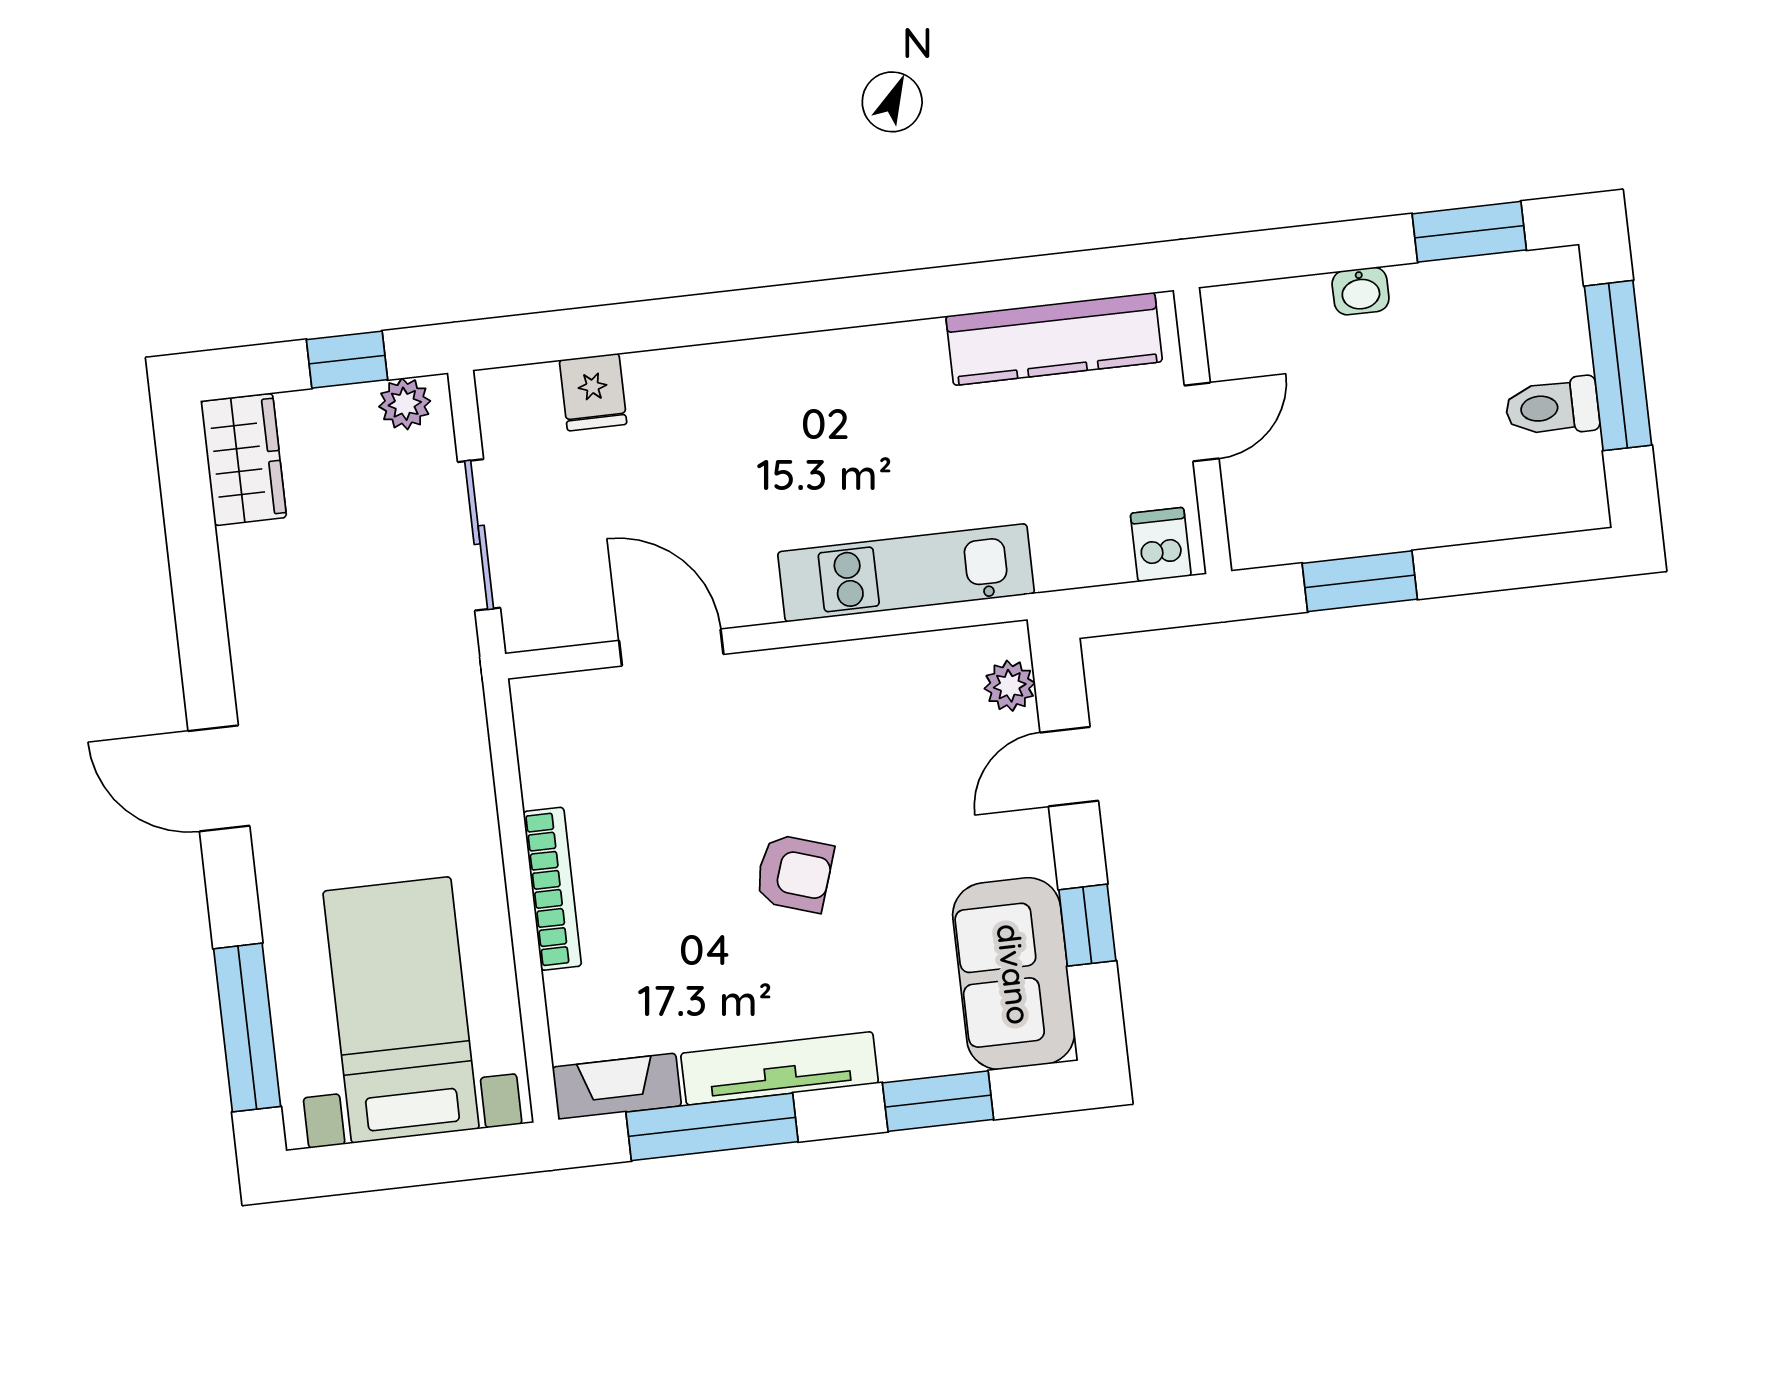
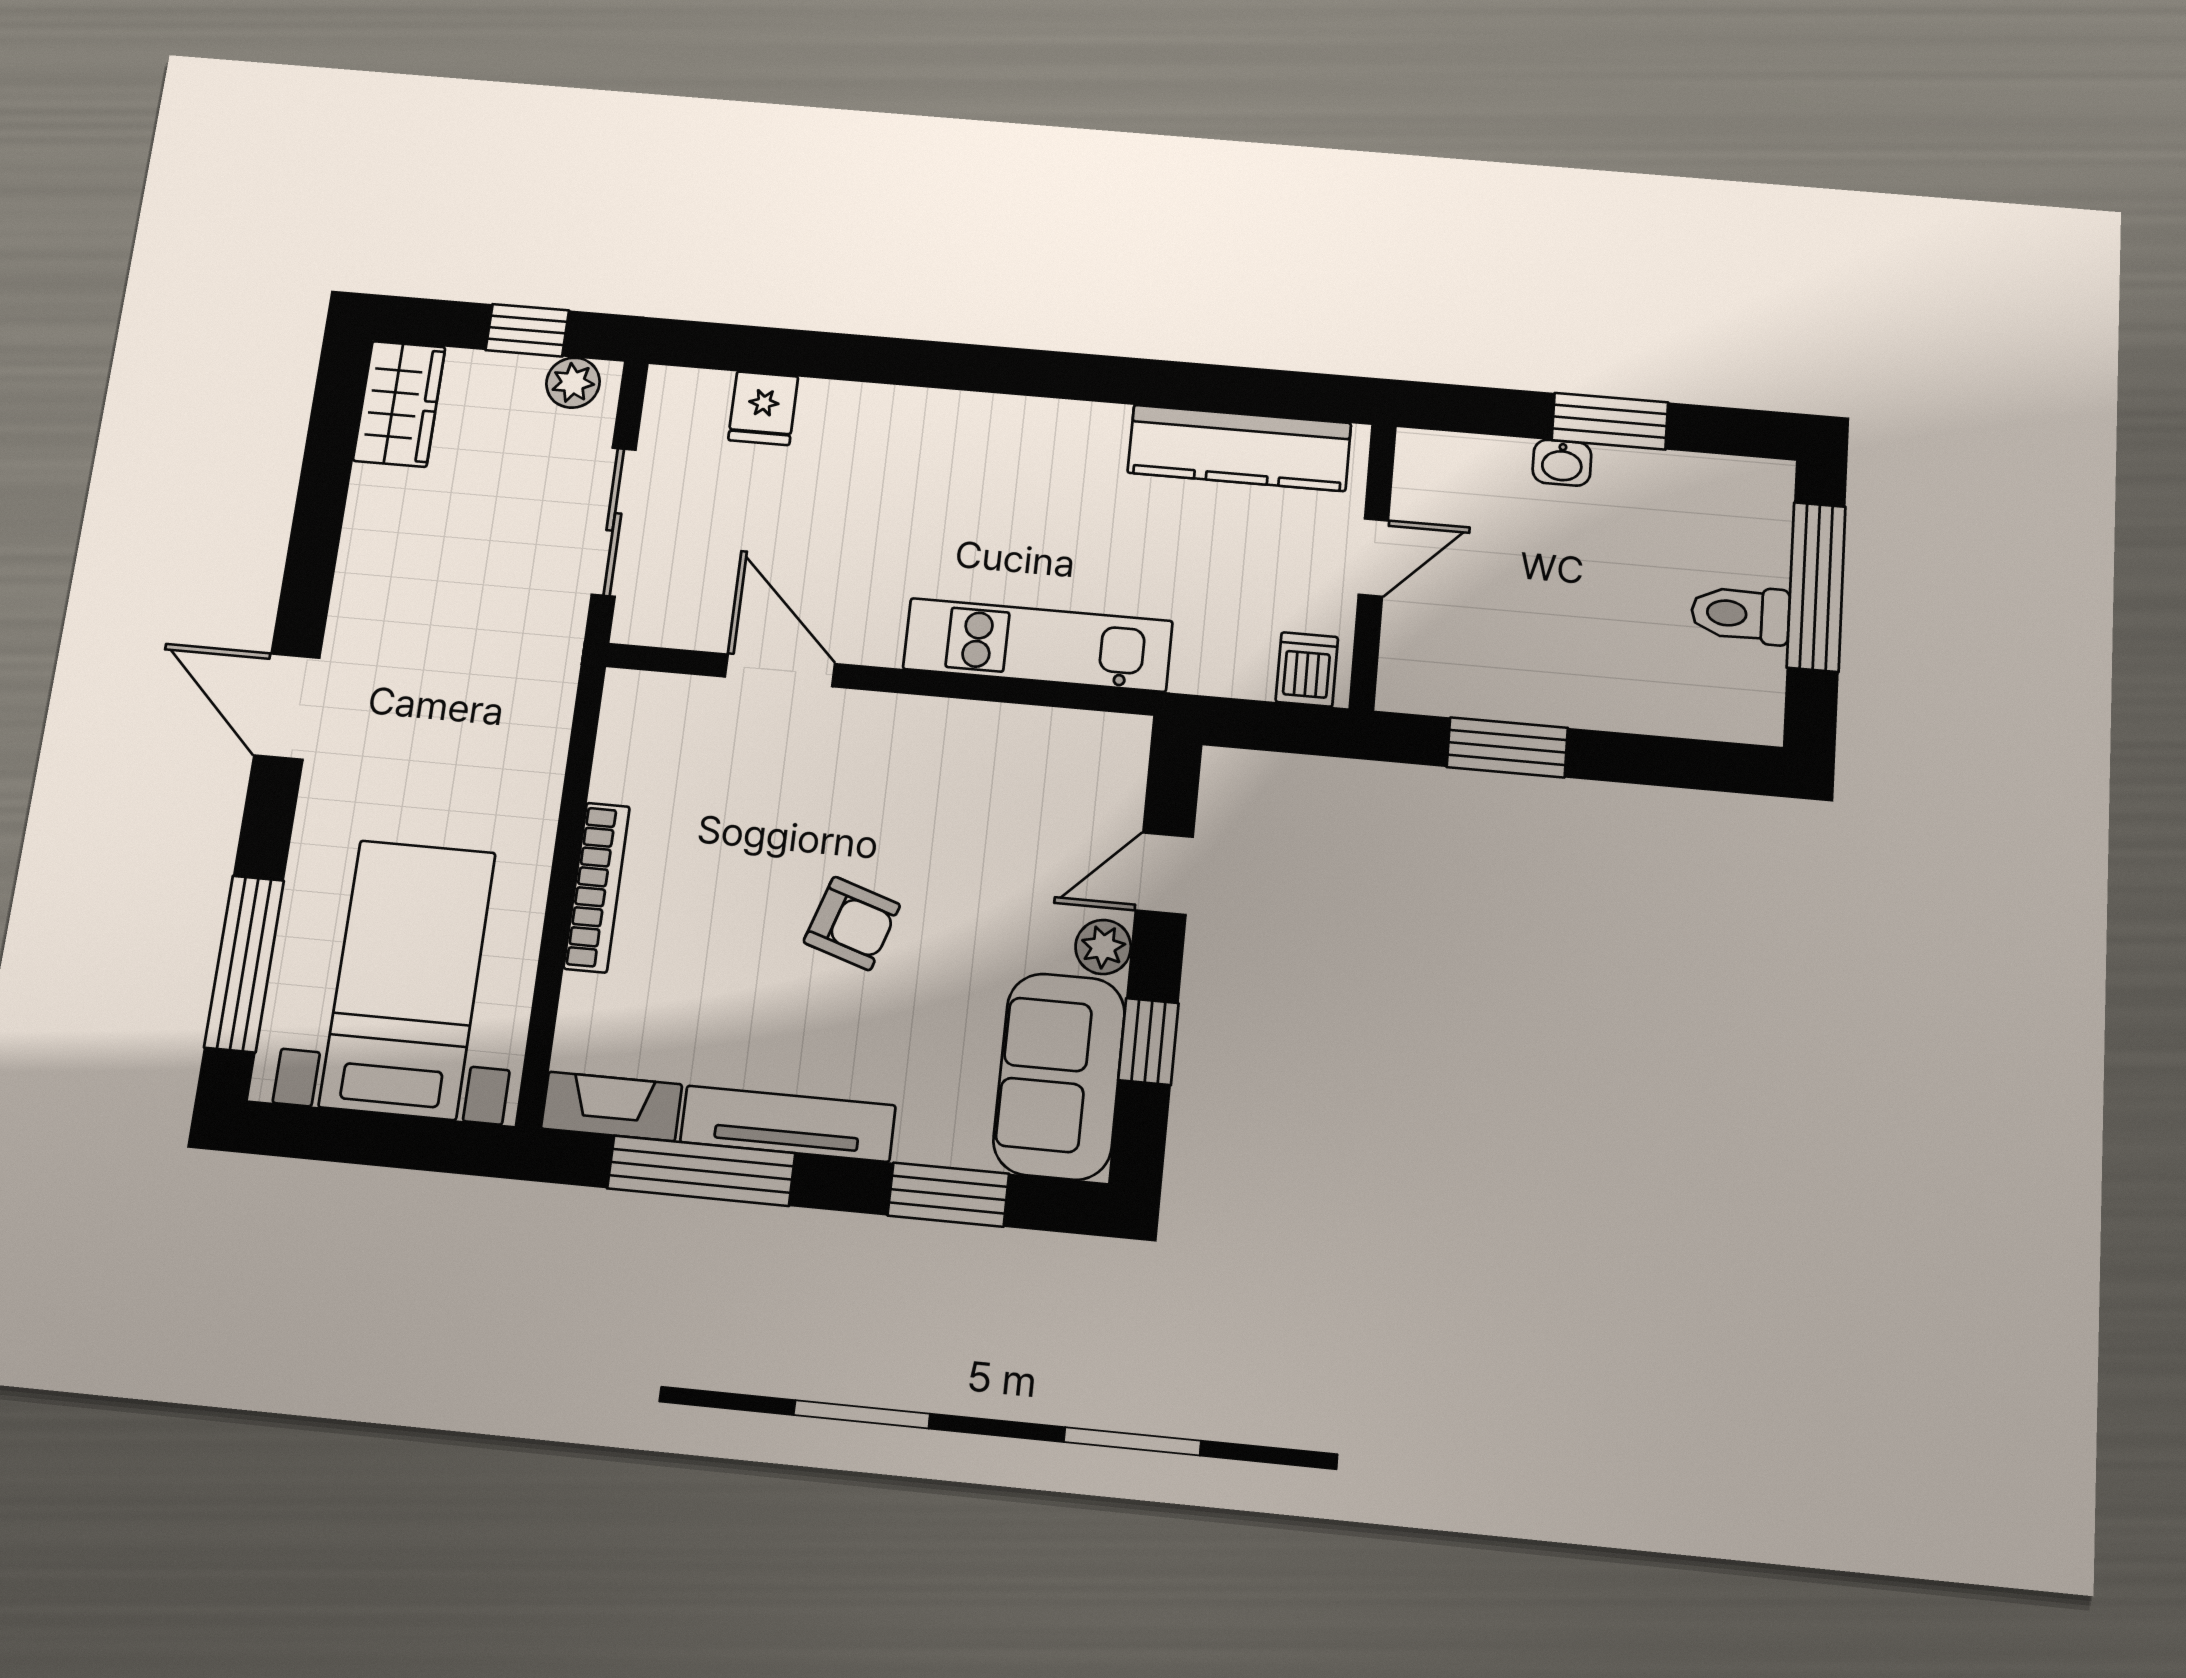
window: (1469, 232) -> (1610, 421), moved
plant: (1010, 686) -> (1103, 947), moved

